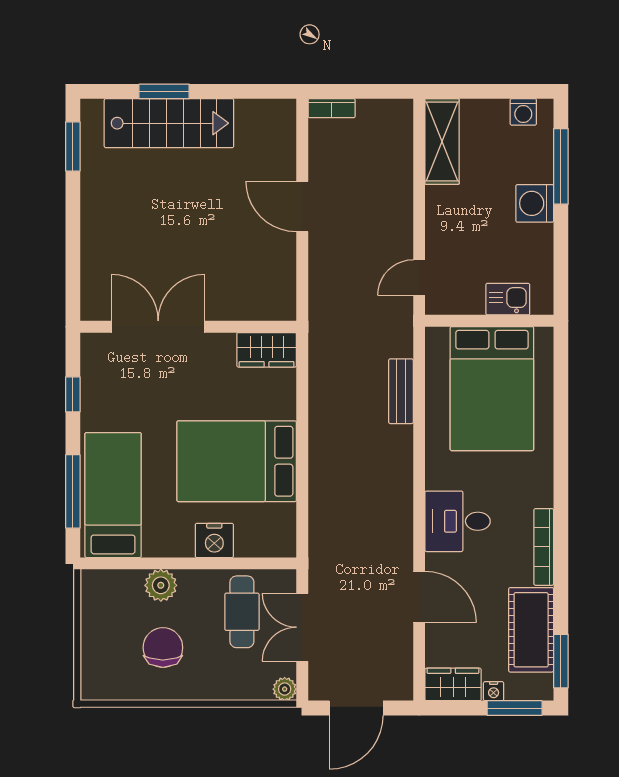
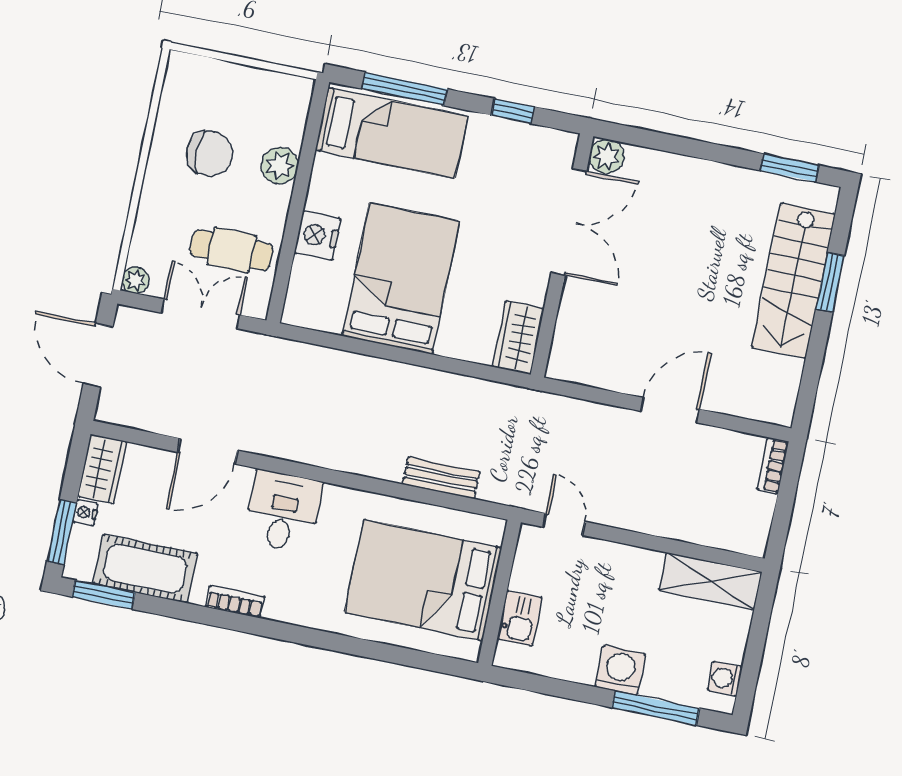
plant: (95, 306) -> (607, 156), added
bookcase: (544, 547) -> (235, 602), width x0.64

